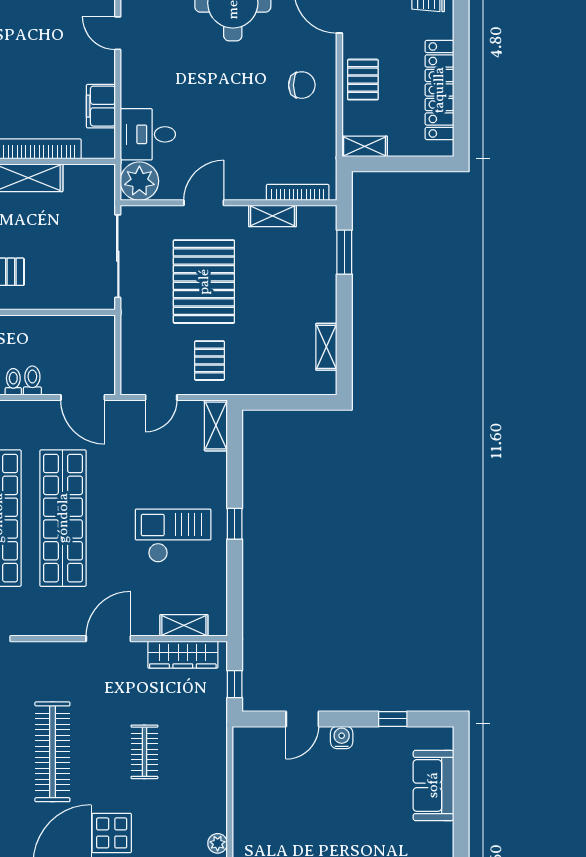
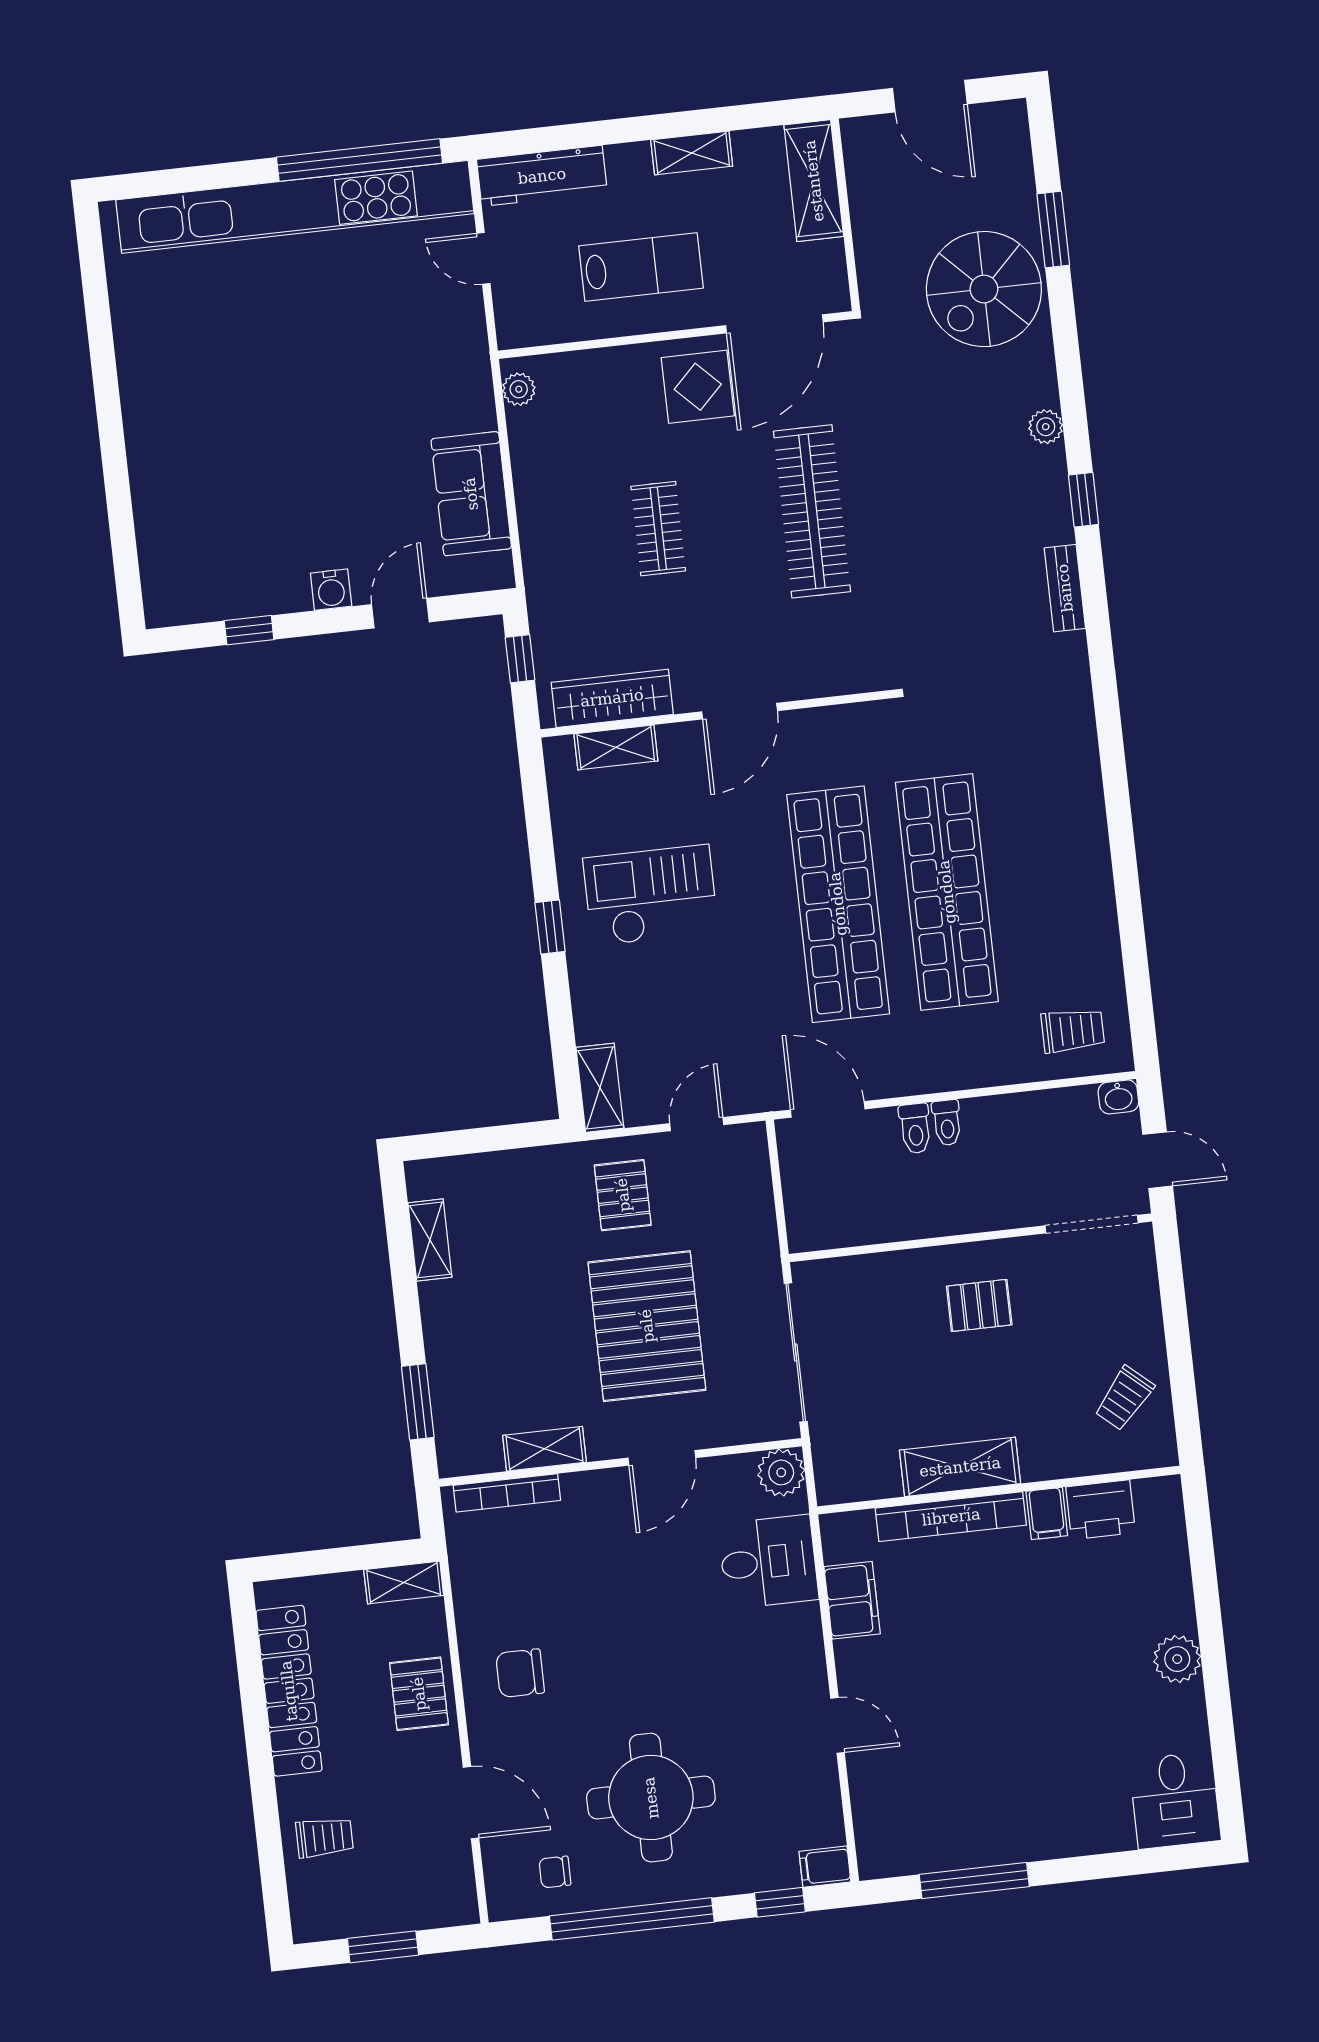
plant: (139, 181) -> (781, 1472), width x0.73, depth x0.73
checkout: (173, 536) -> (651, 895), turned 180
sofa: (433, 785) -> (471, 494), moved, turned 180

